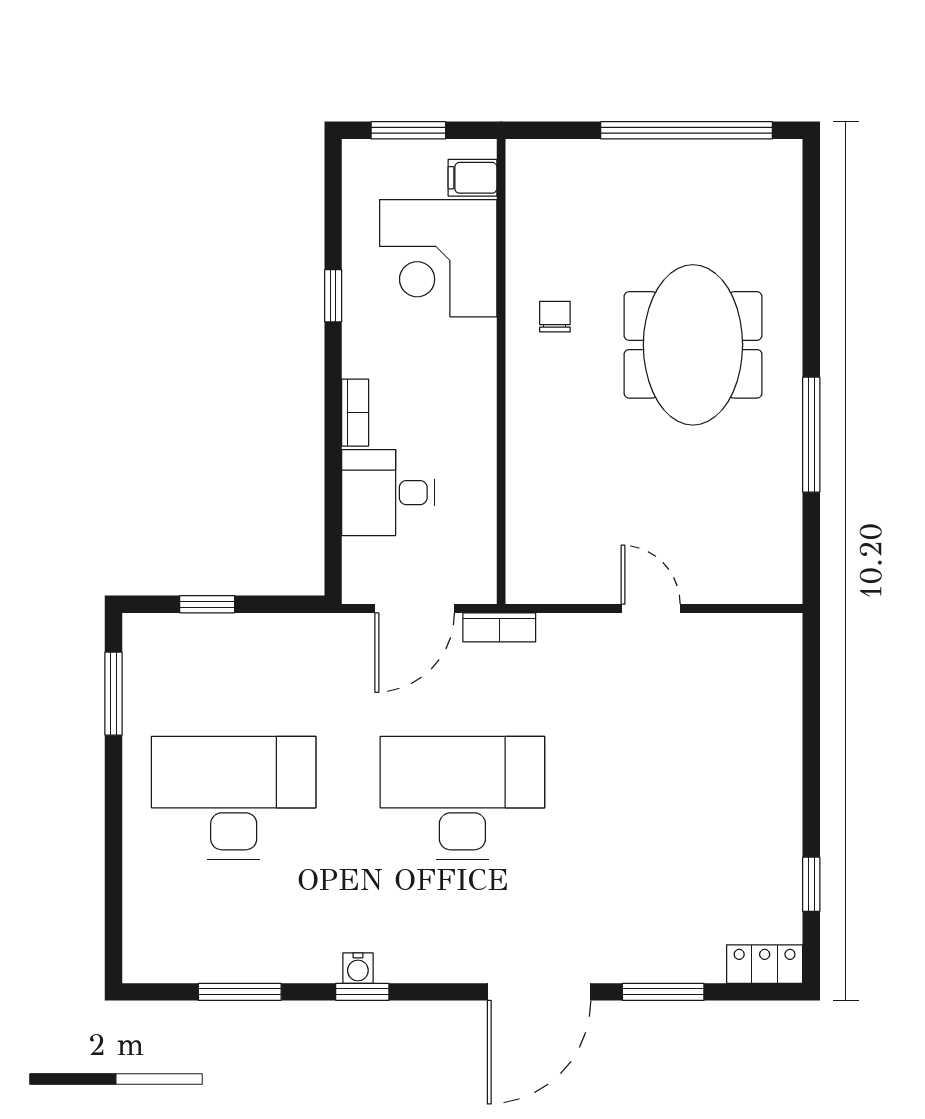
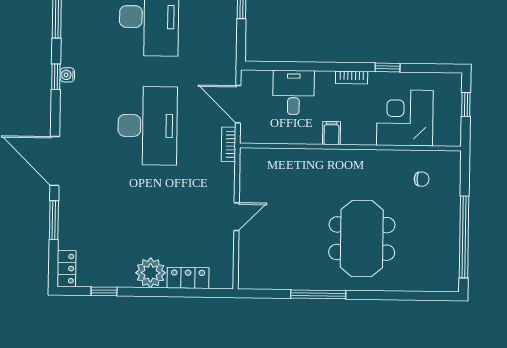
window: (408, 130) -> (466, 104), width x0.67
filing cabinet: (472, 178) -> (331, 133), moved
chair: (555, 317) -> (422, 179), moved
meeting table: (693, 345) -> (362, 239), turned 90
bookcase: (355, 413) -> (352, 77), moved
locker: (781, 709) -> (188, 278), added
plant: (771, 787) -> (151, 273), added

